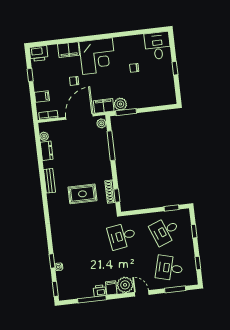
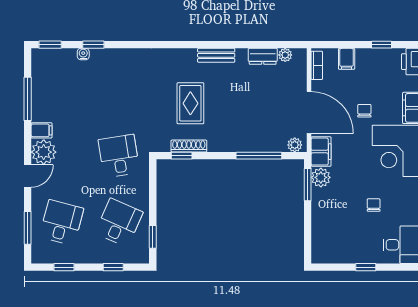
desk: (165, 231) -> (119, 223), turned 45
printer: (100, 291) -> (39, 112), removed

